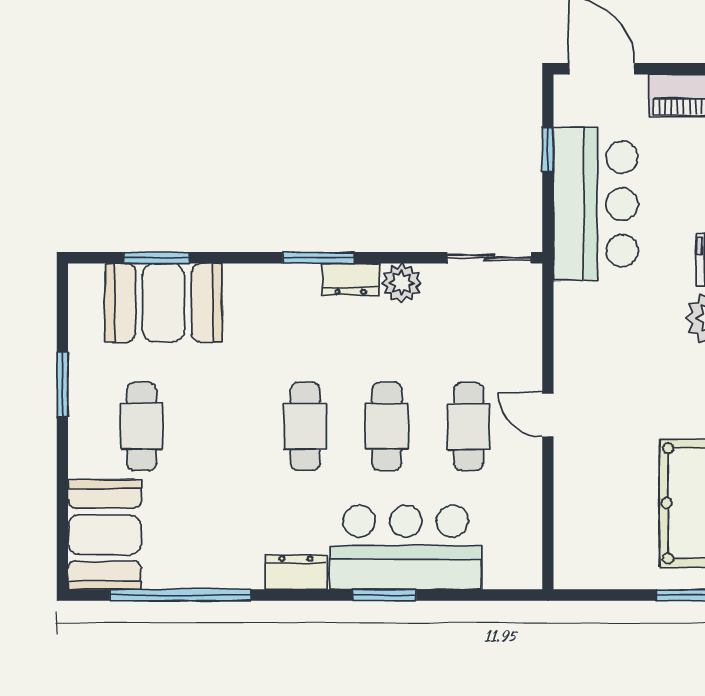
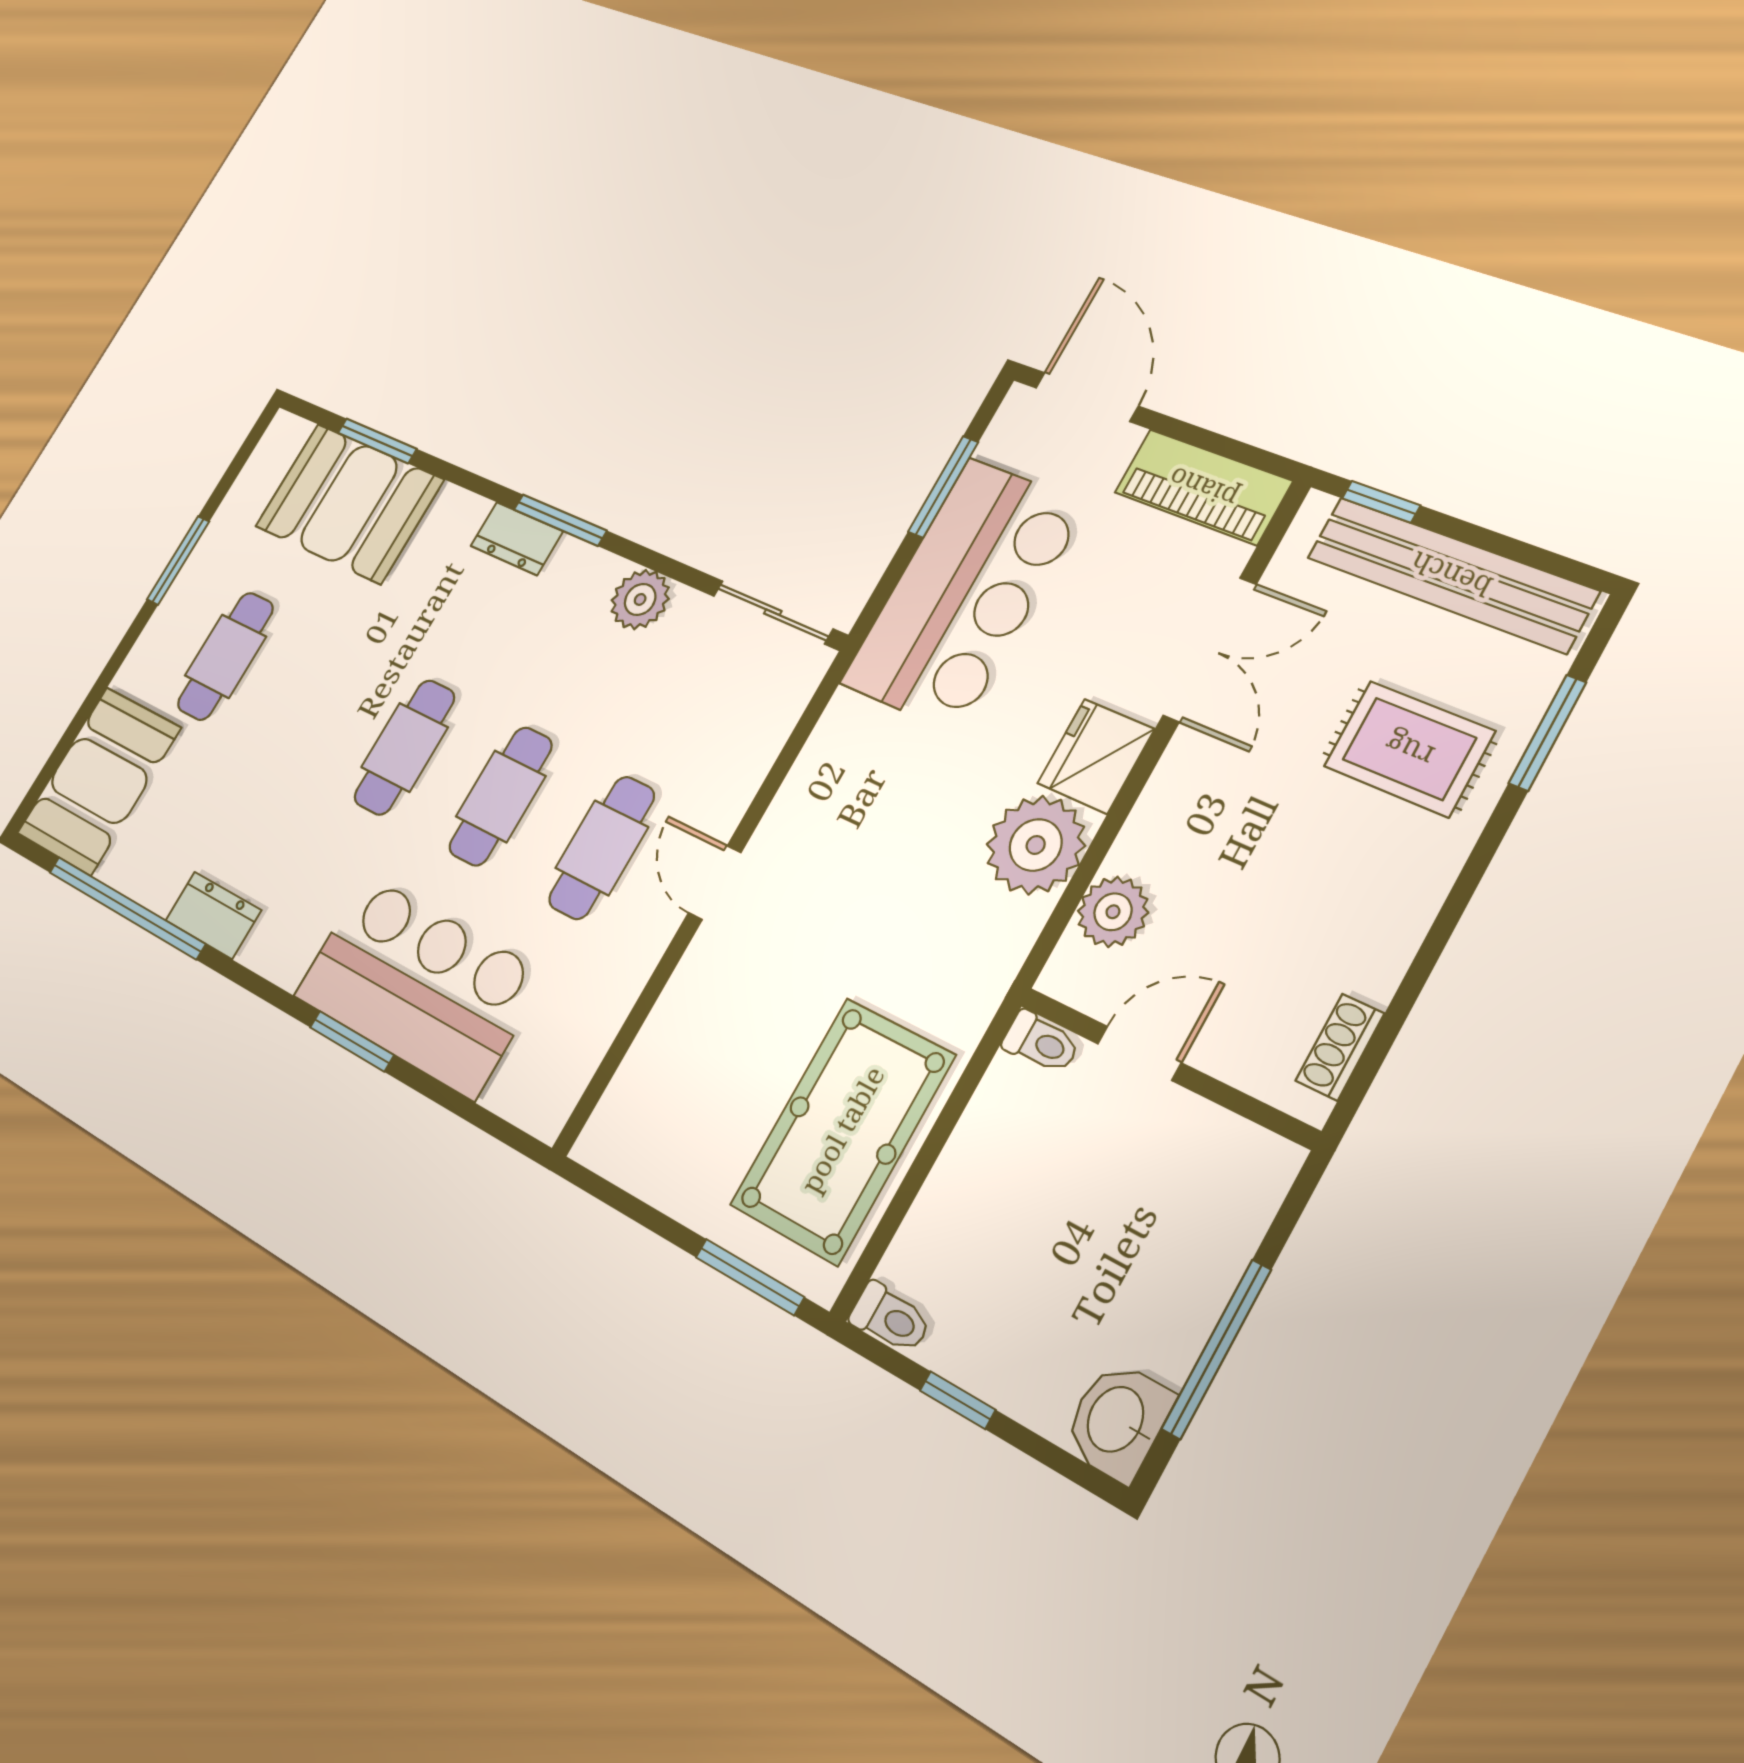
window: (548, 150) -> (943, 487), width x1.50
dresser: (351, 279) -> (517, 539), moved
dresser: (296, 572) -> (213, 915), moved

